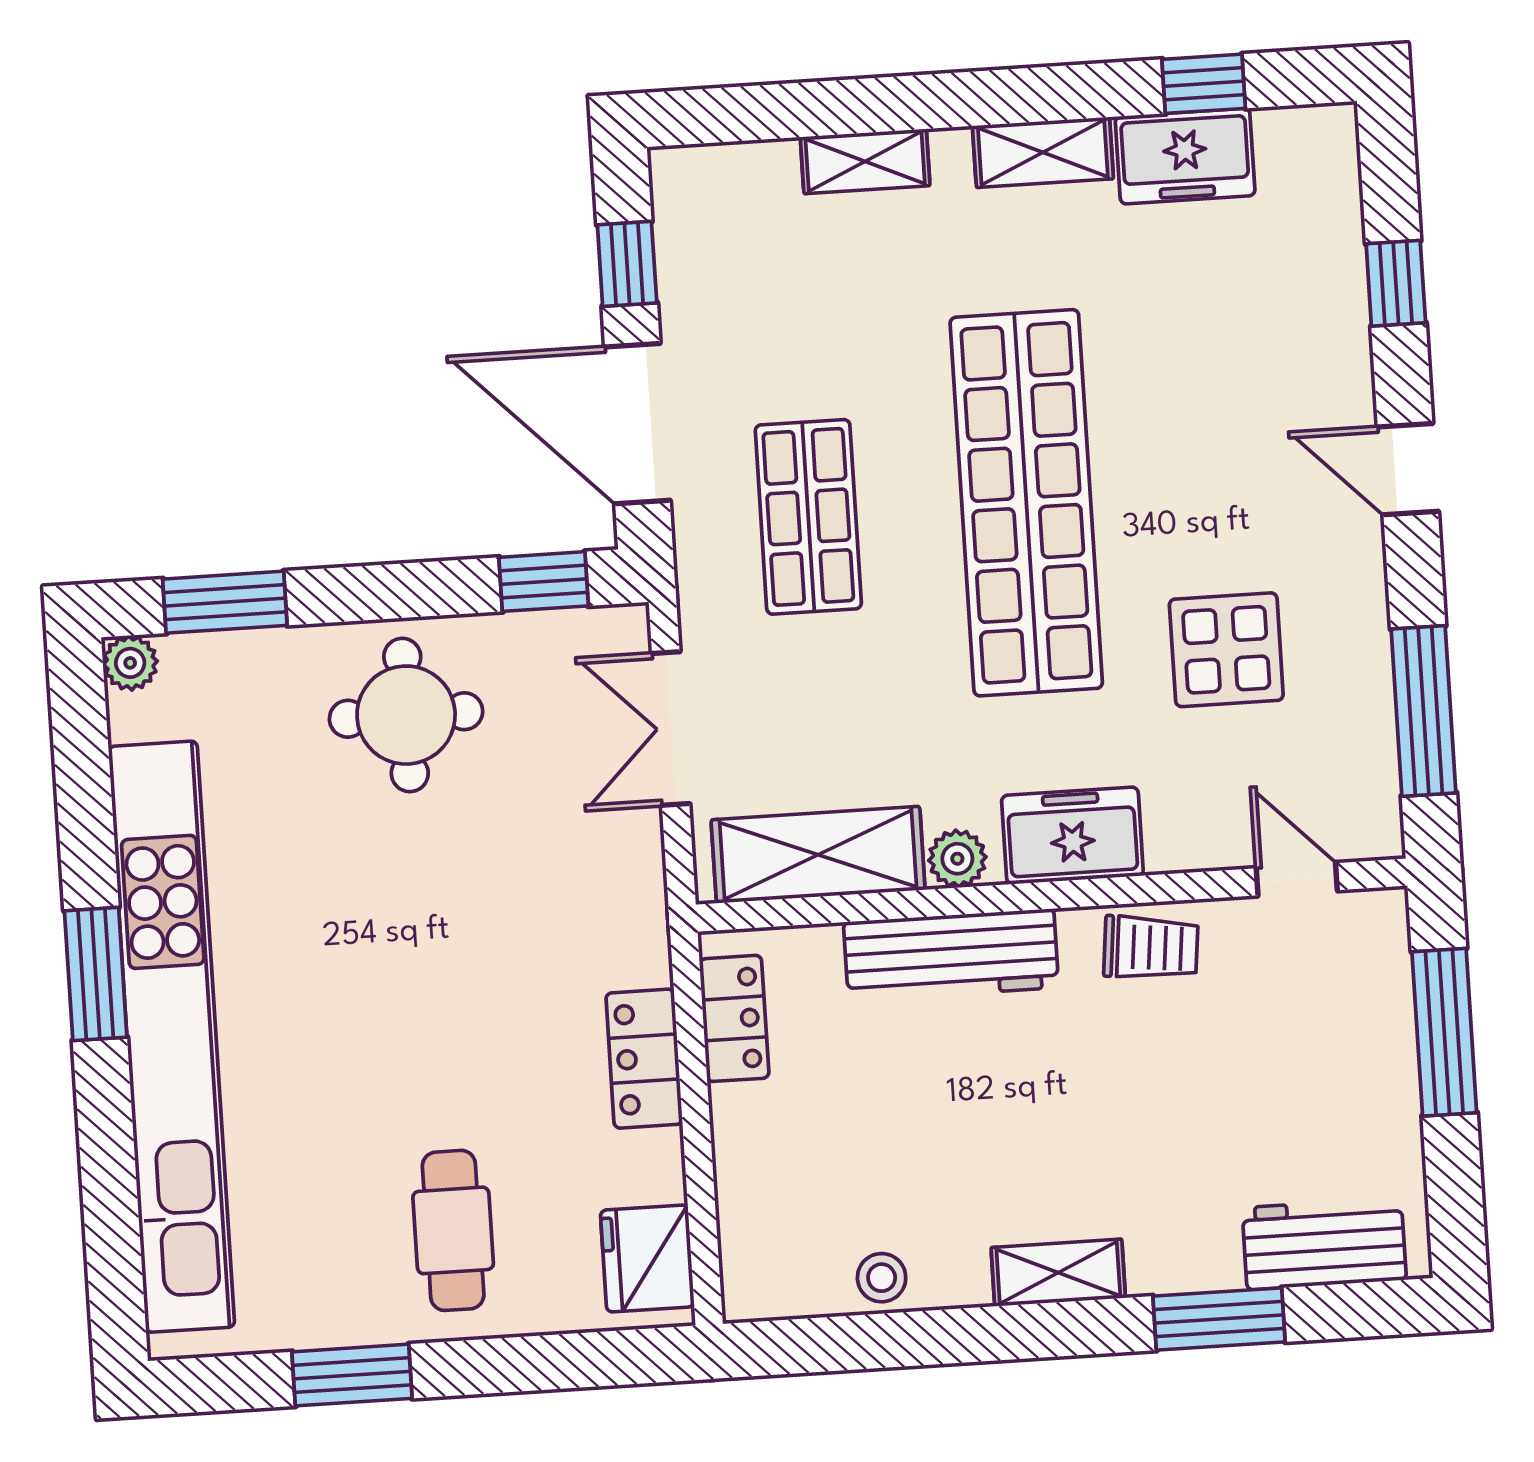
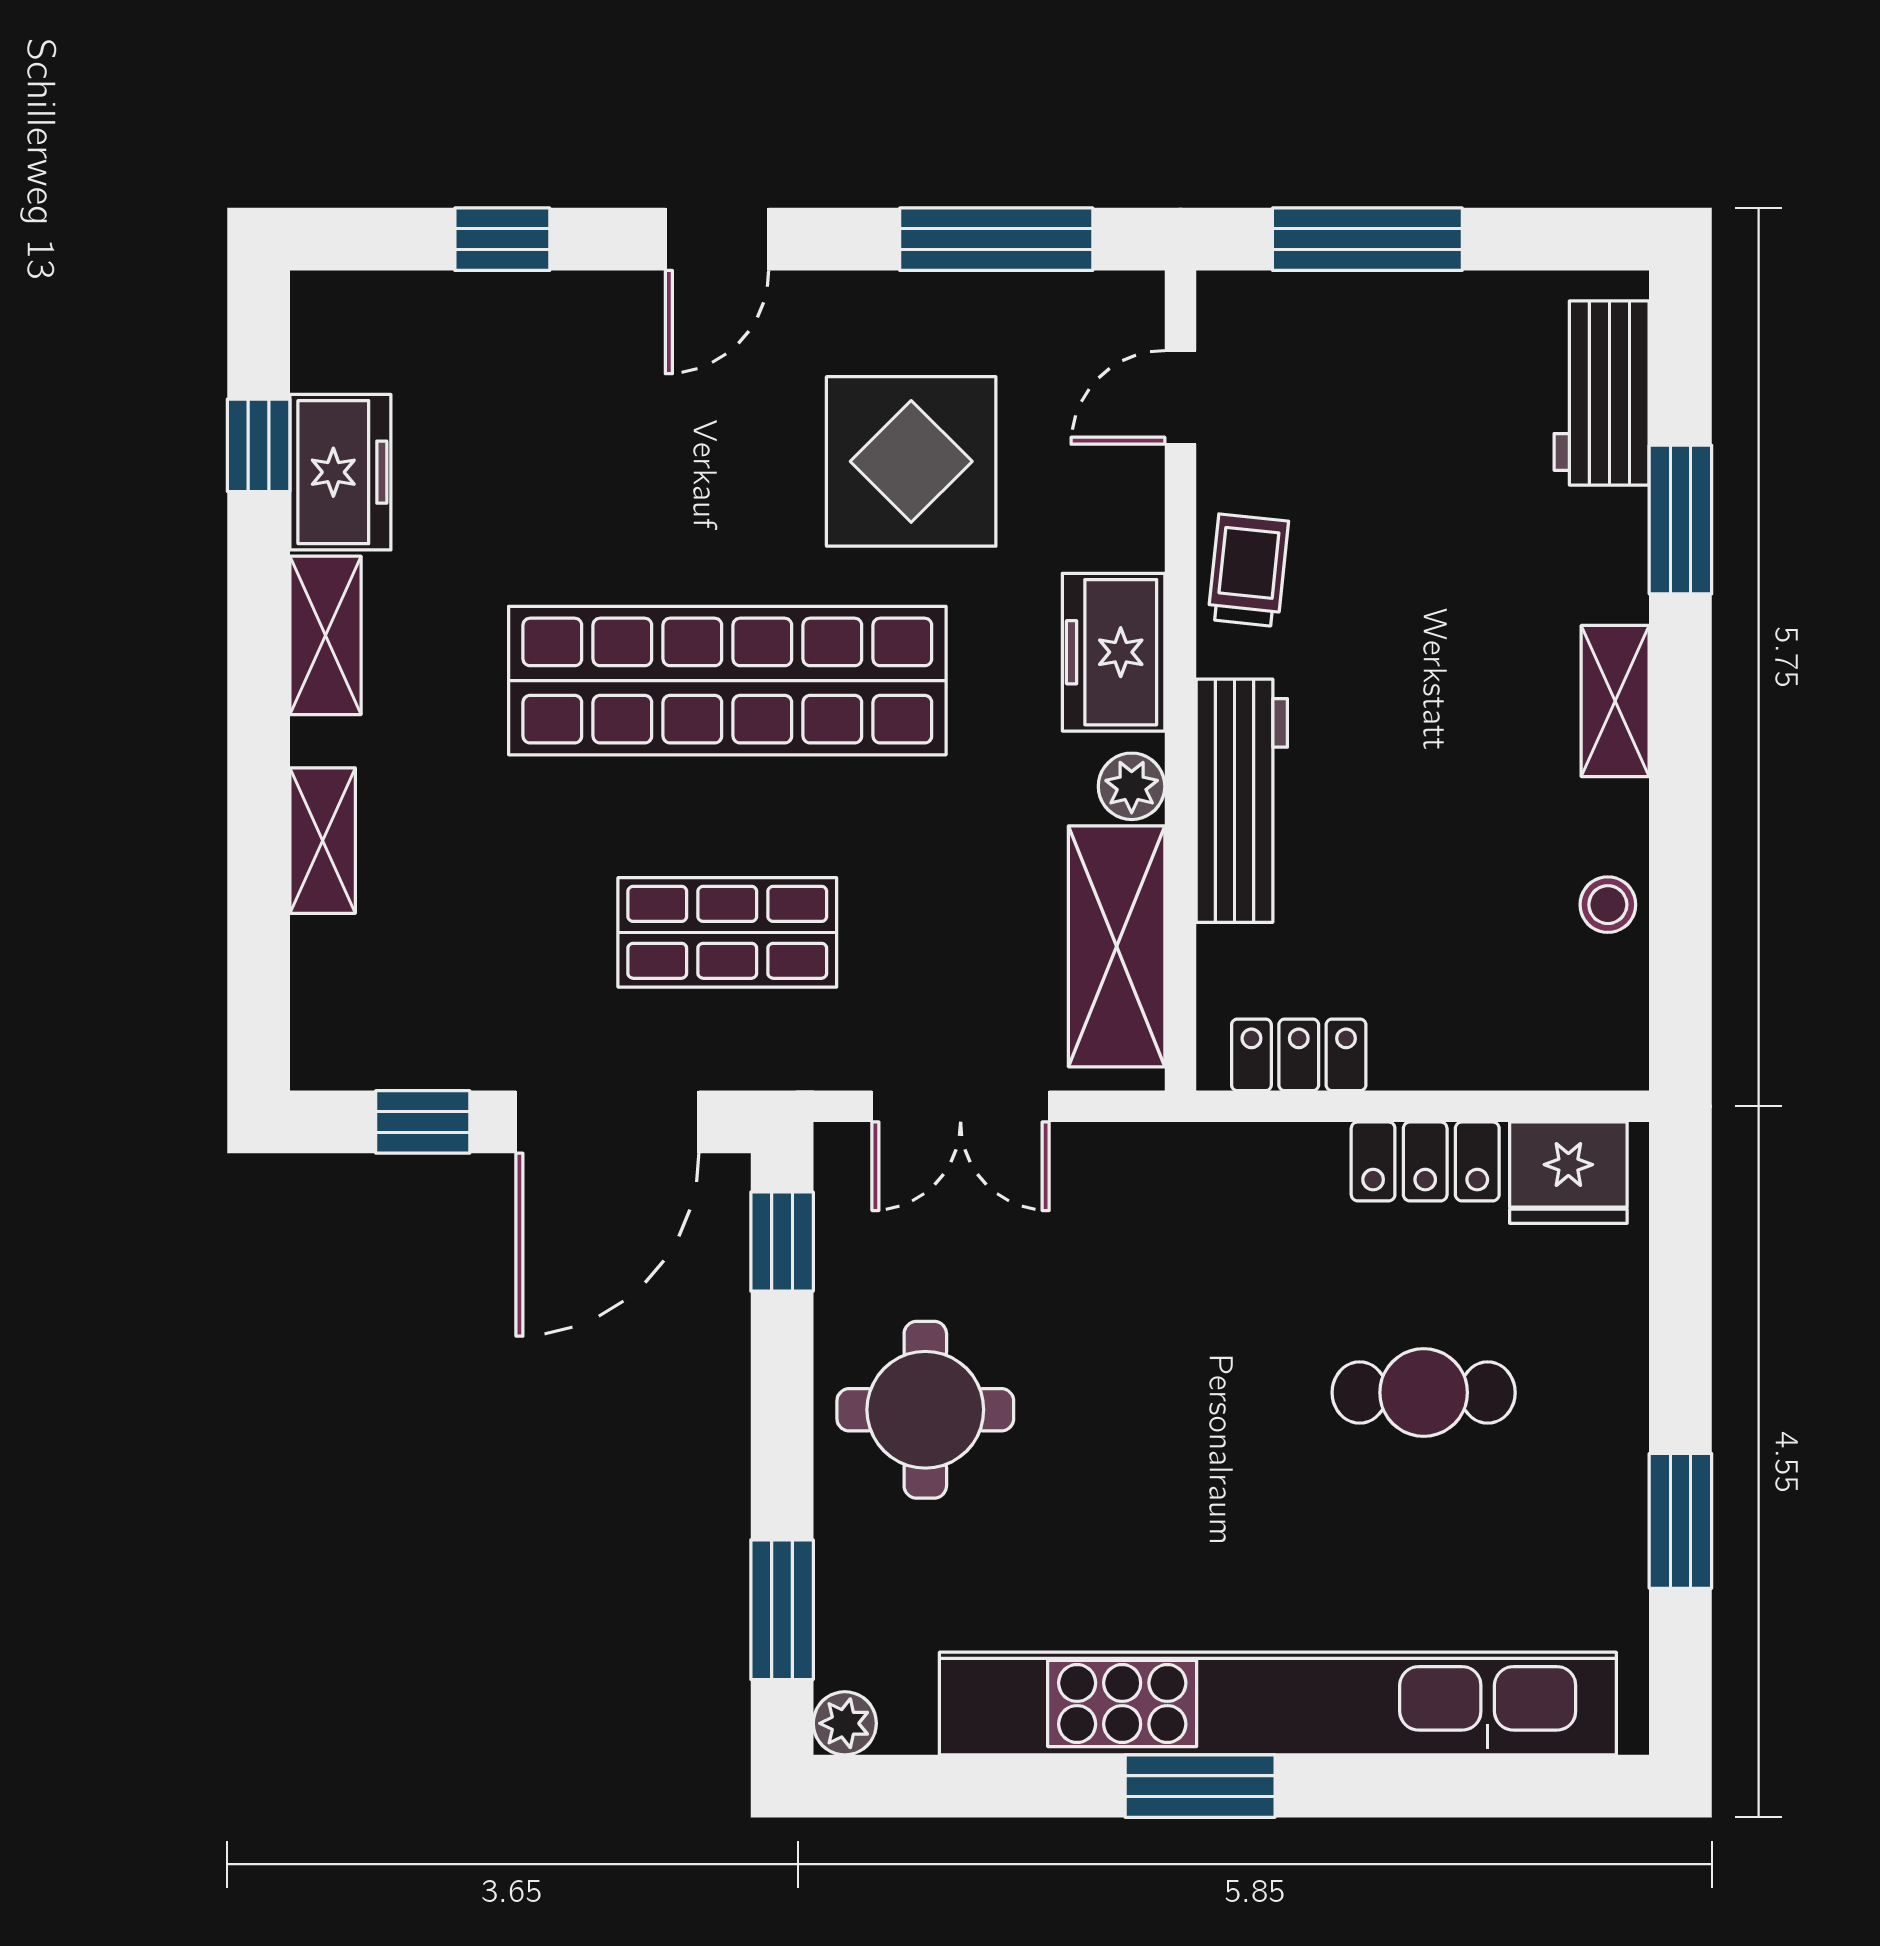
display table: (1226, 650) -> (911, 461), width x1.36, depth x1.36
locker: (644, 1059) -> (1425, 1161), moved
cafe table: (453, 1230) -> (1424, 1393), moved

